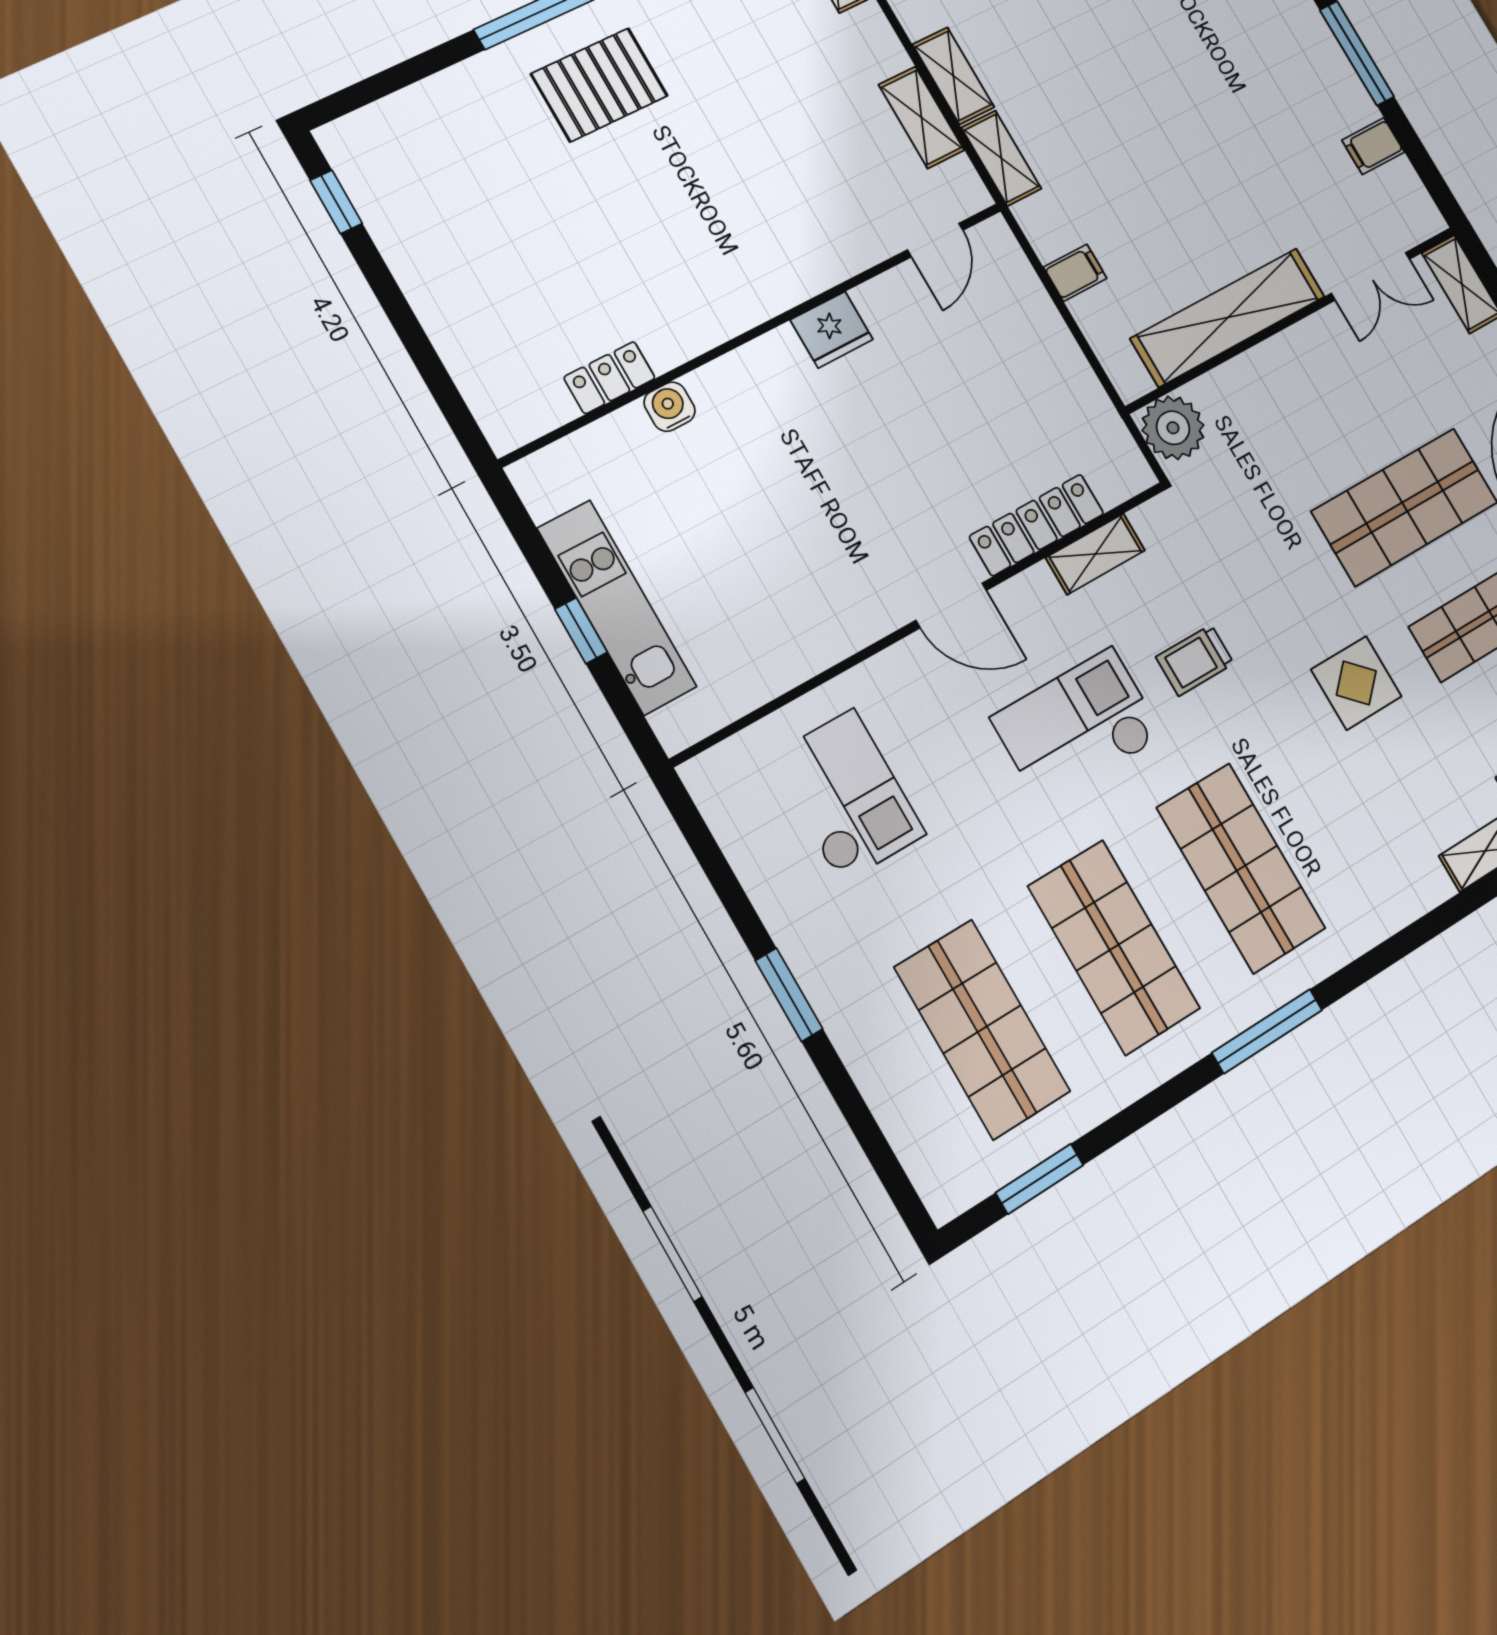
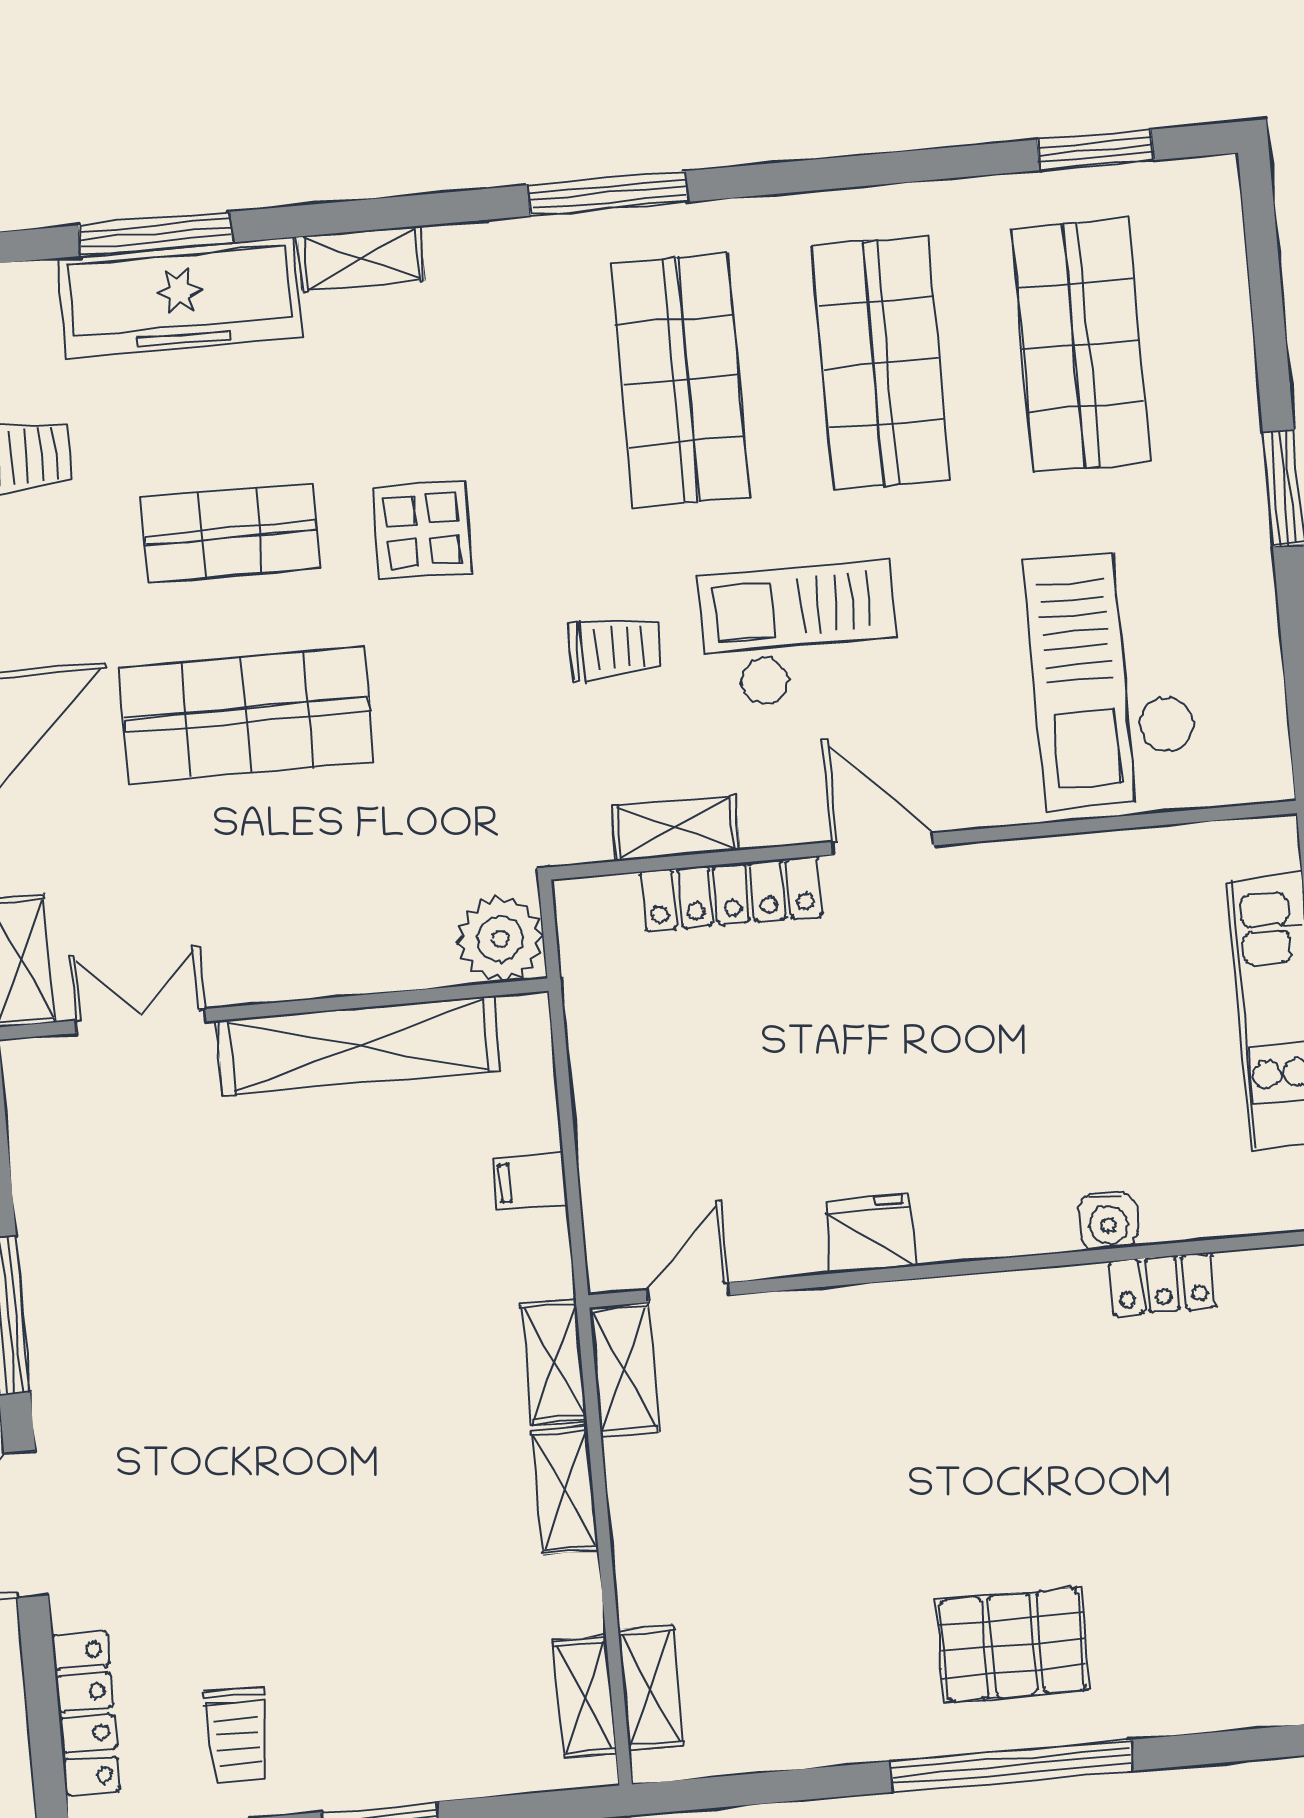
shelving: (921, 117) -> (624, 1370), moved
filing cabinet: (1373, 146) -> (49, 1186), removed
checkout: (1077, 727) -> (799, 634), turned 180
checkout: (847, 796) -> (1112, 679), width x1.36, depth x1.21
window: (1267, 1031) -> (608, 193), moved

